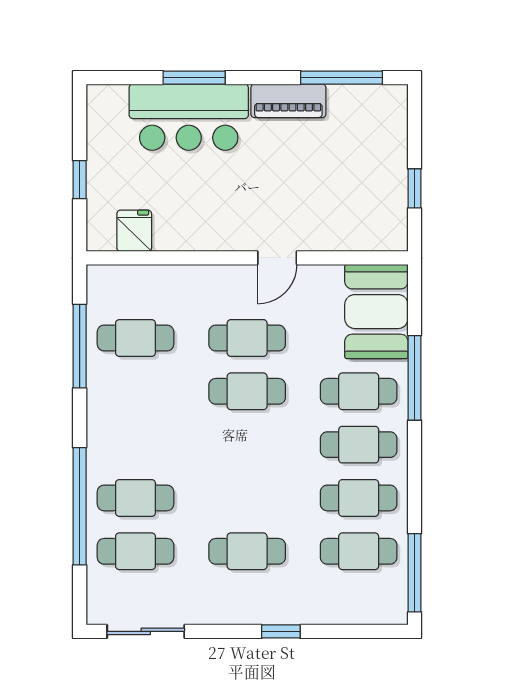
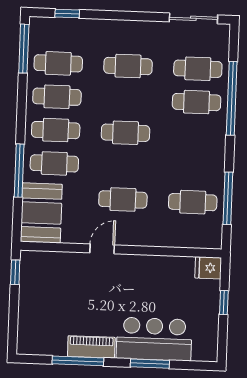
window: (342, 78) -> (78, 361), moved
window: (414, 188) -> (15, 272), moved
fridge: (134, 231) -> (208, 268), moved, turned 90
cafe table: (247, 391) -> (125, 133), moved
window: (281, 631) -> (67, 14), moved

